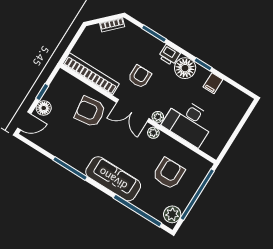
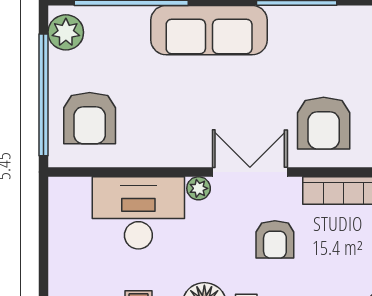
armchair: (90, 112) -> (324, 123), turned 98
plant: (153, 133) -> (189, 156), removed
armchair: (169, 173) -> (90, 118), moved

